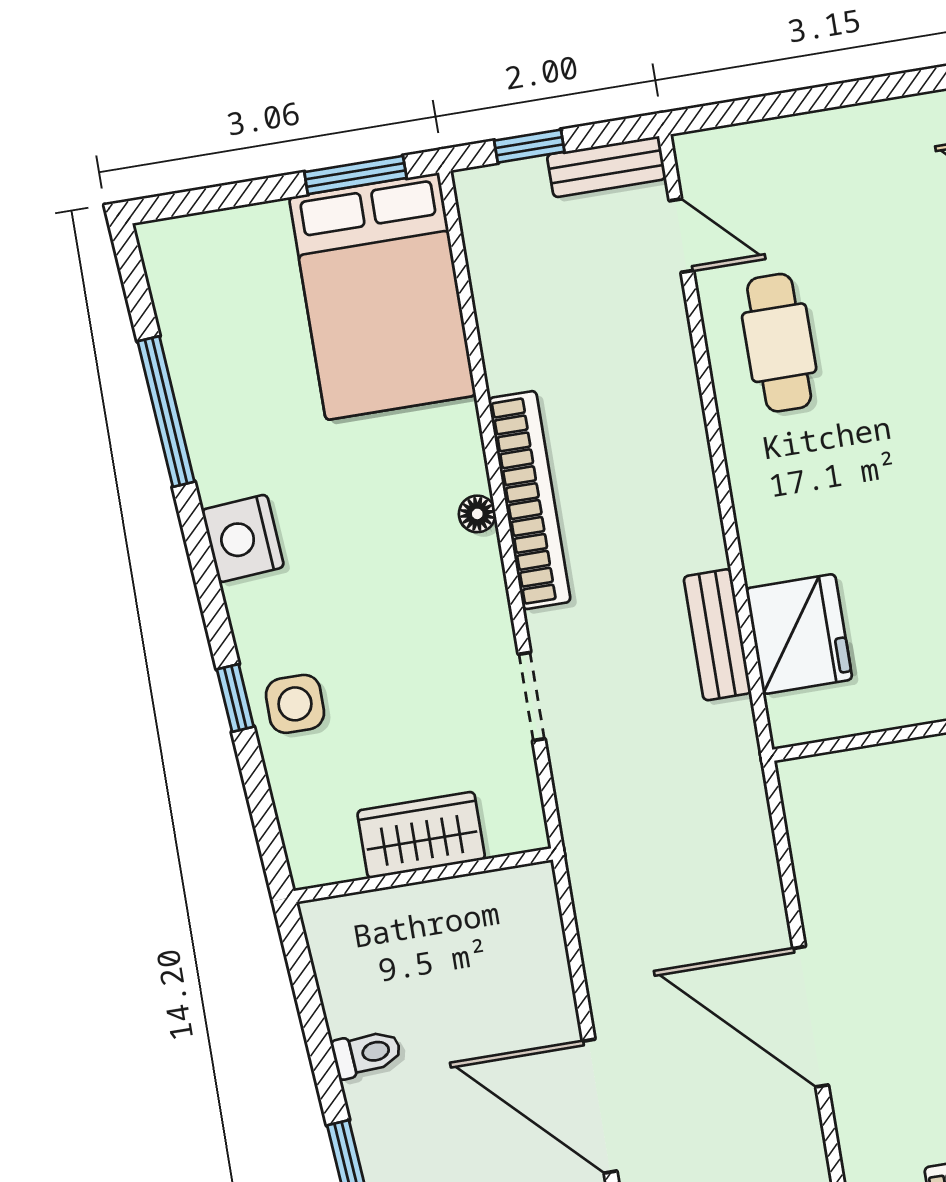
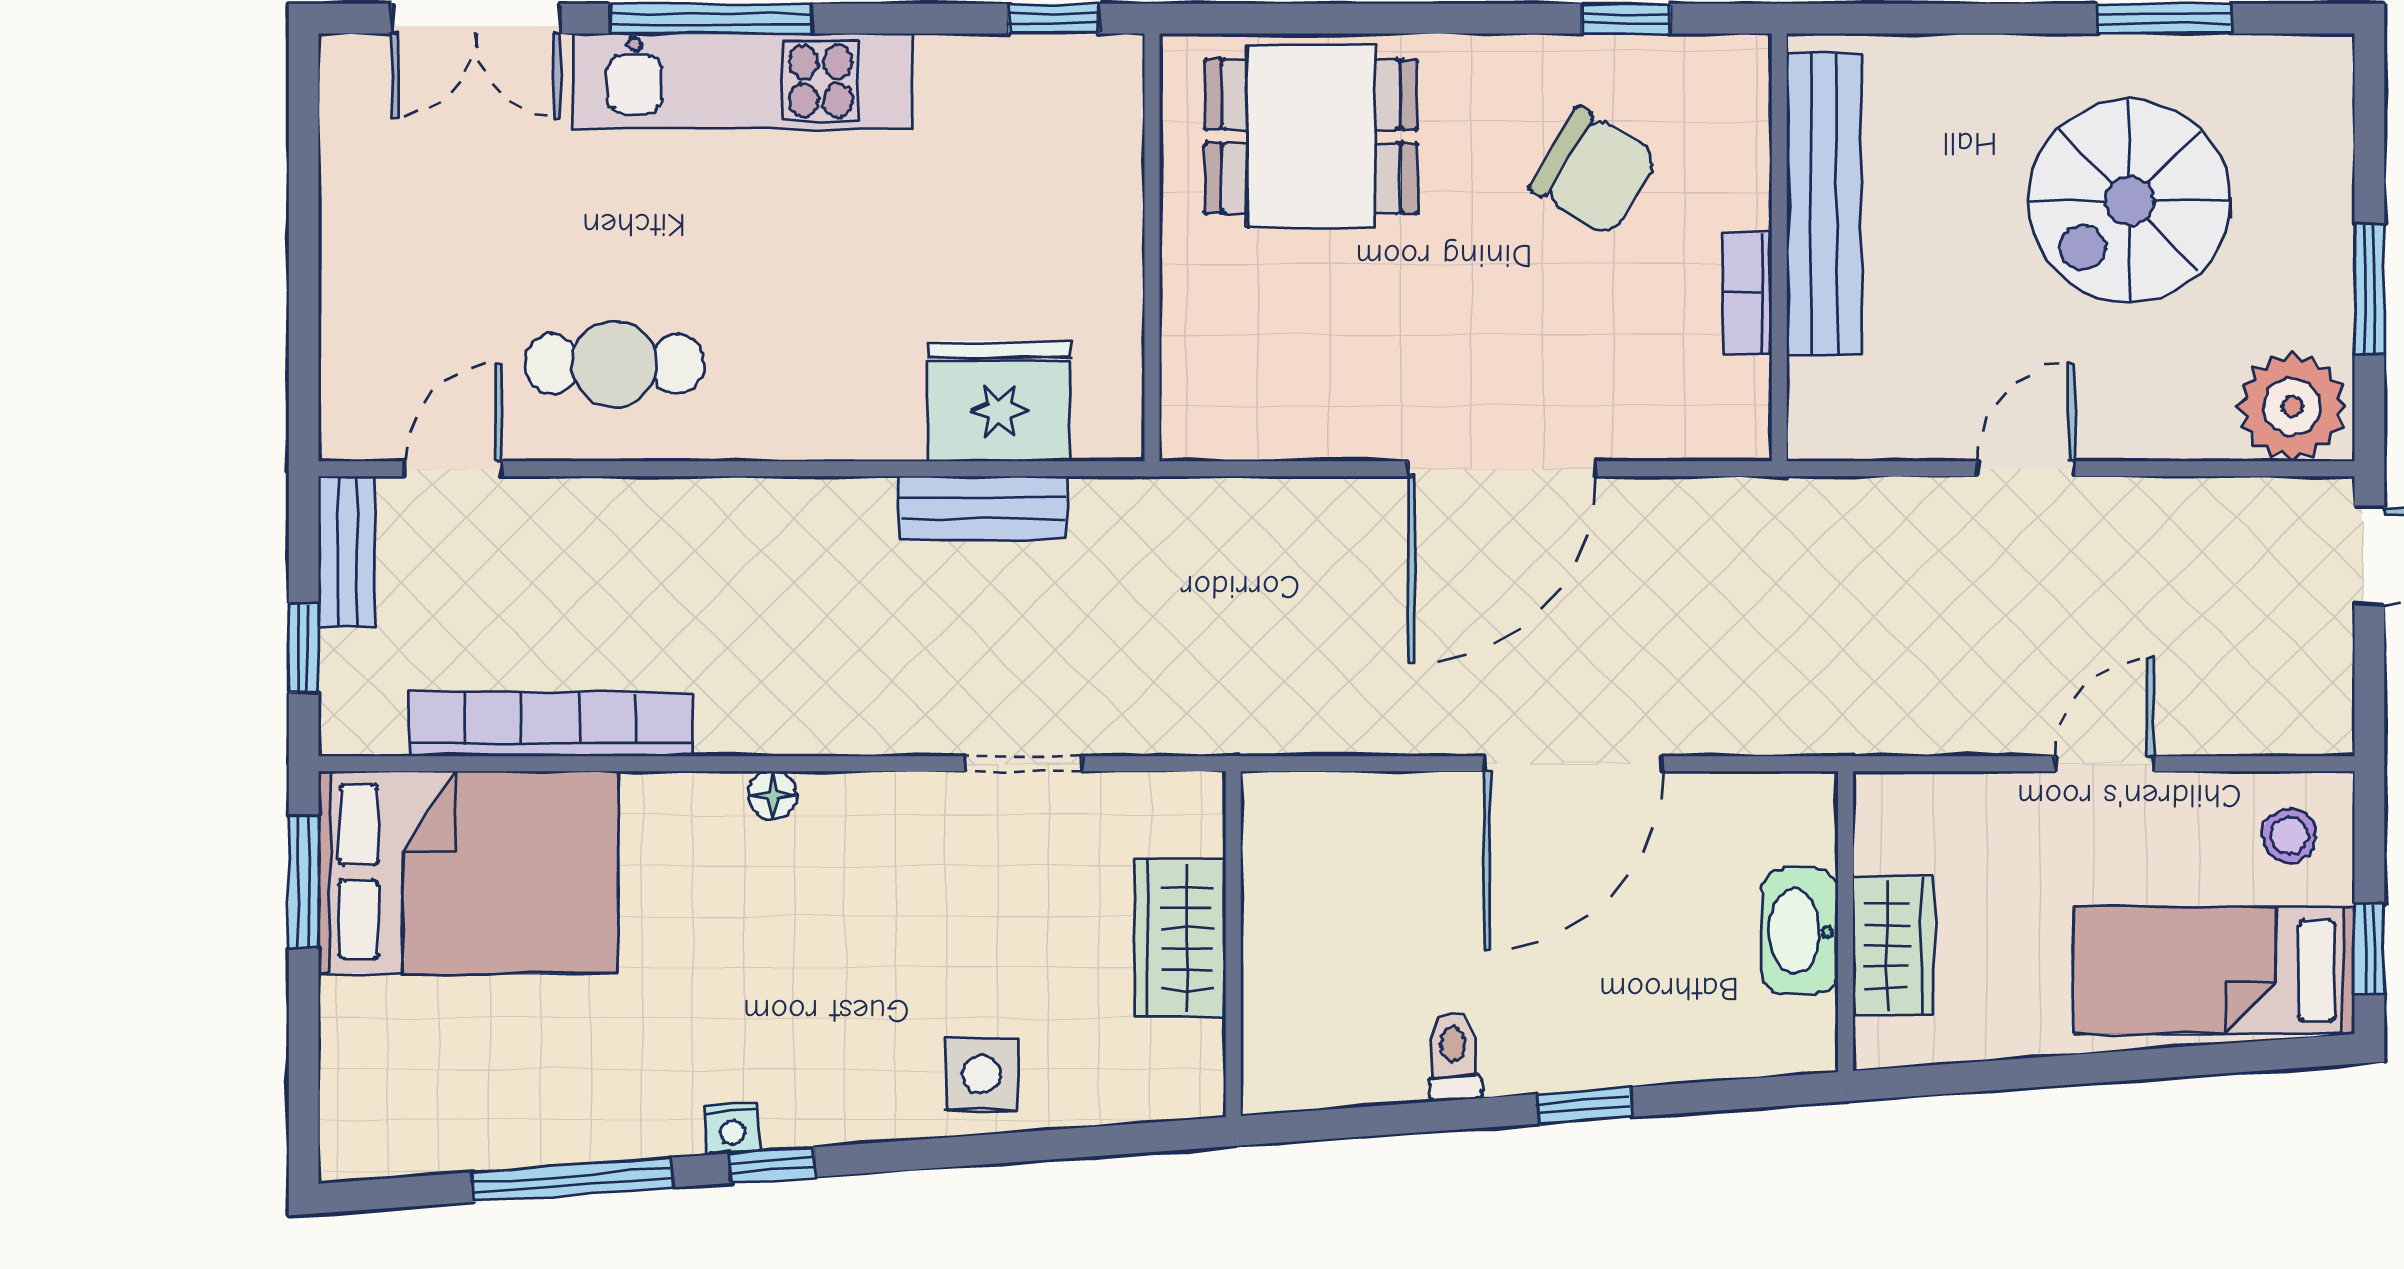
bookcase: (530, 500) -> (550, 724), moved
nightstand: (243, 538) -> (732, 1128), width x0.53, depth x0.56
window: (235, 698) -> (772, 1165), moved

